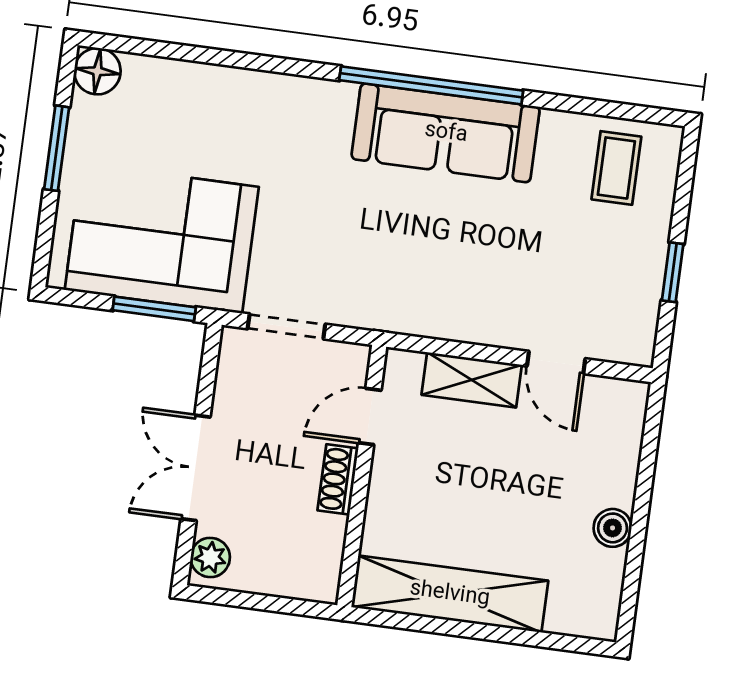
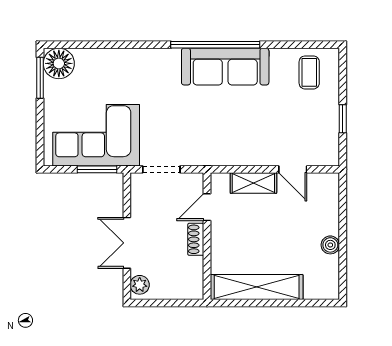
floor lamp: (97, 71) -> (59, 63), width x1.38, depth x1.38
window: (57, 148) -> (40, 78), moved

